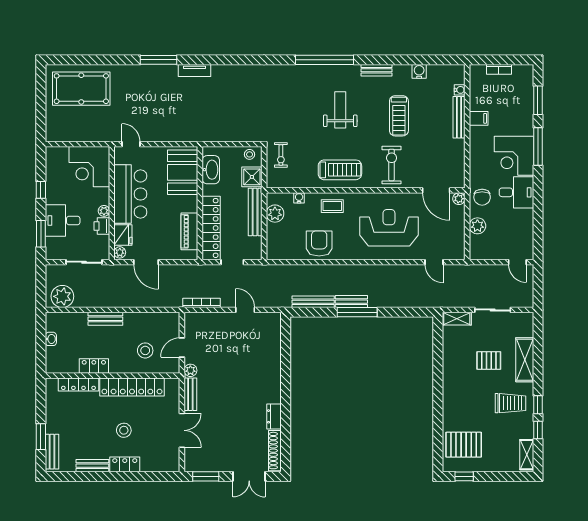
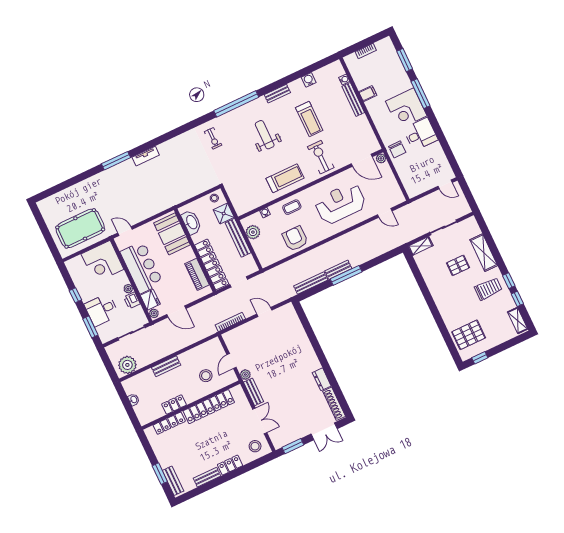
pool table: (81, 89) -> (80, 228), moved
exercise bike: (281, 155) -> (213, 138), moved
plant: (477, 226) -> (404, 172), removed
stool: (124, 430) -> (255, 446), moved

